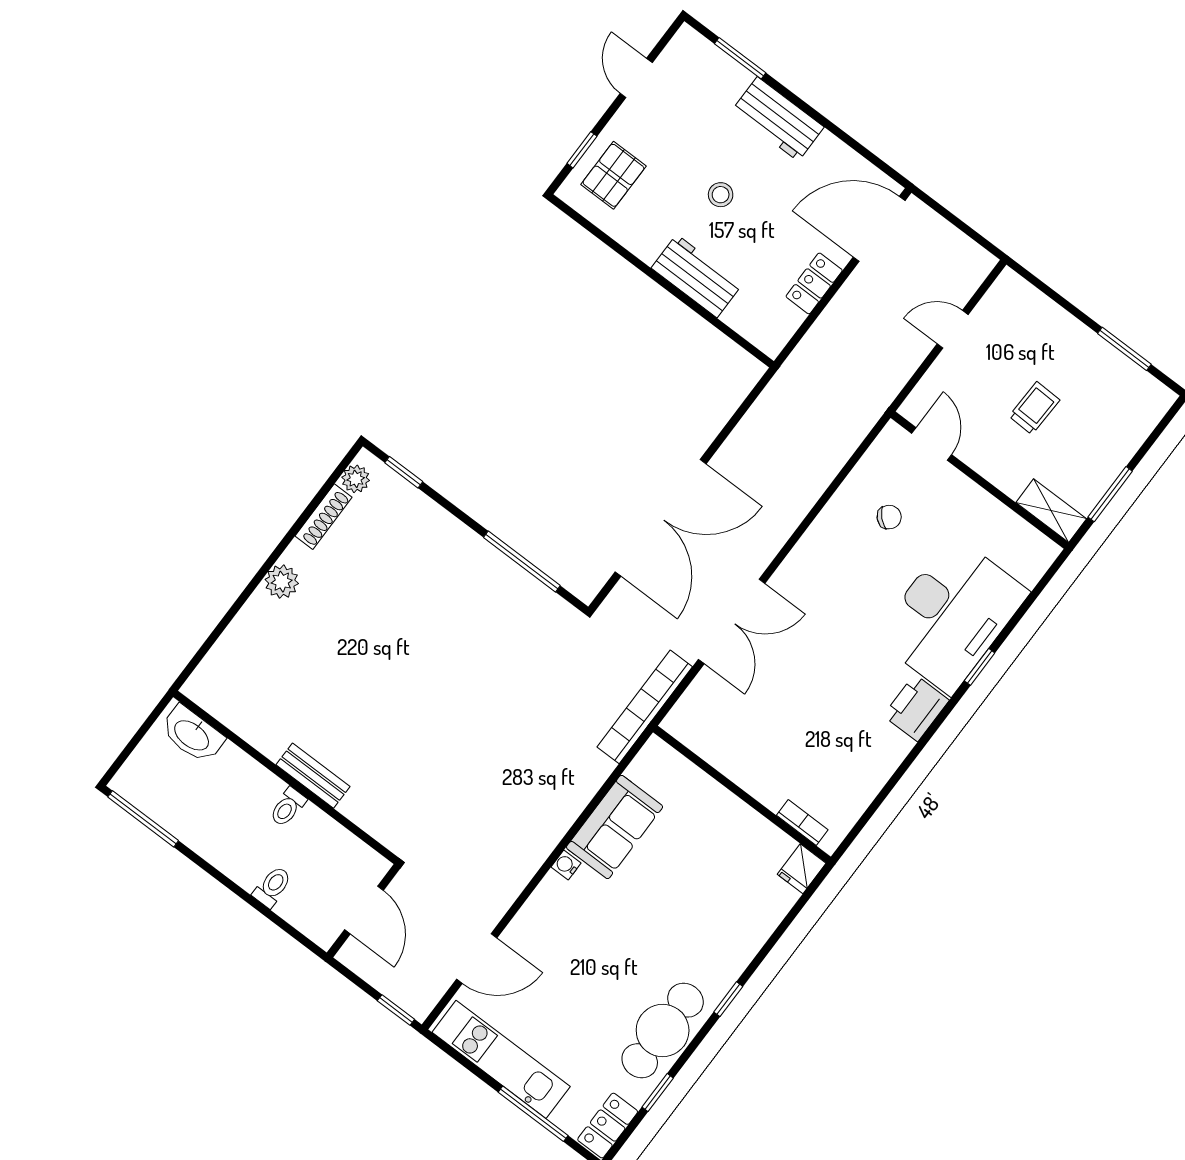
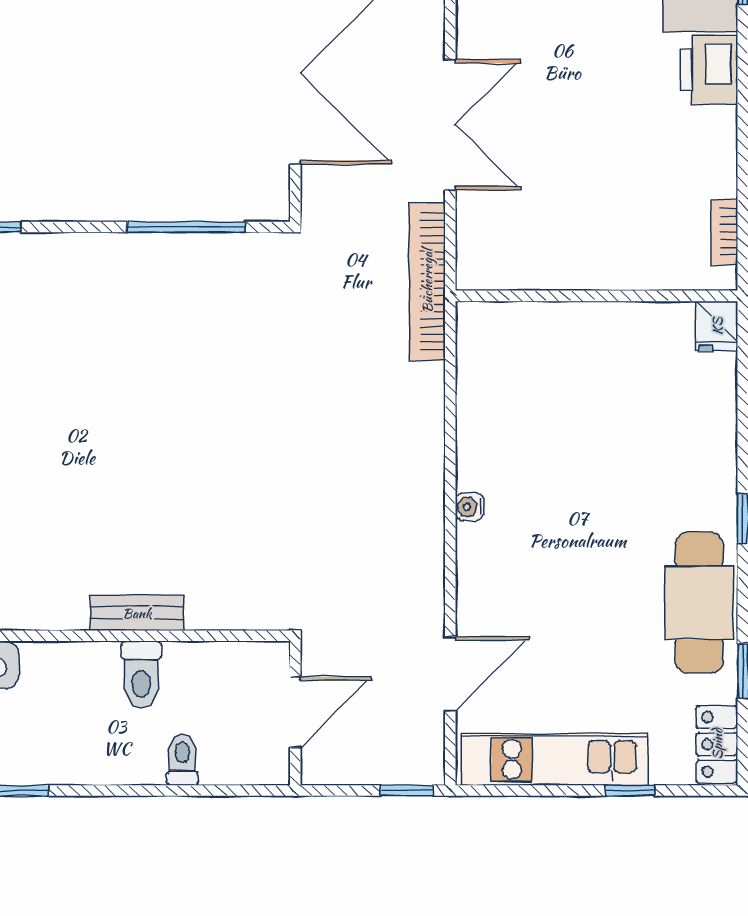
toilet: (288, 807) -> (141, 675), width x1.37, depth x1.39
bookcase: (802, 822) -> (725, 232), moved, turned -90
sofa: (615, 827) -> (490, 430), removed
door: (364, 910) -> (295, 712), hinge flipped
window: (533, 1114) -> (630, 791), width x0.46

